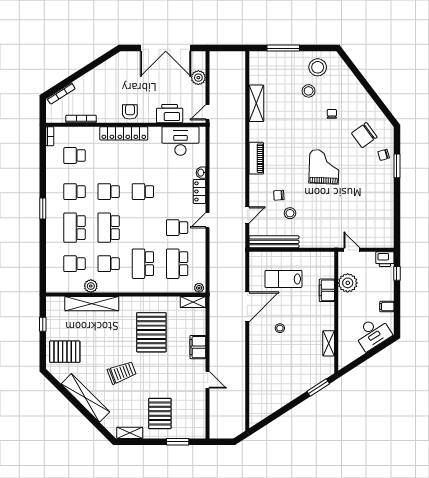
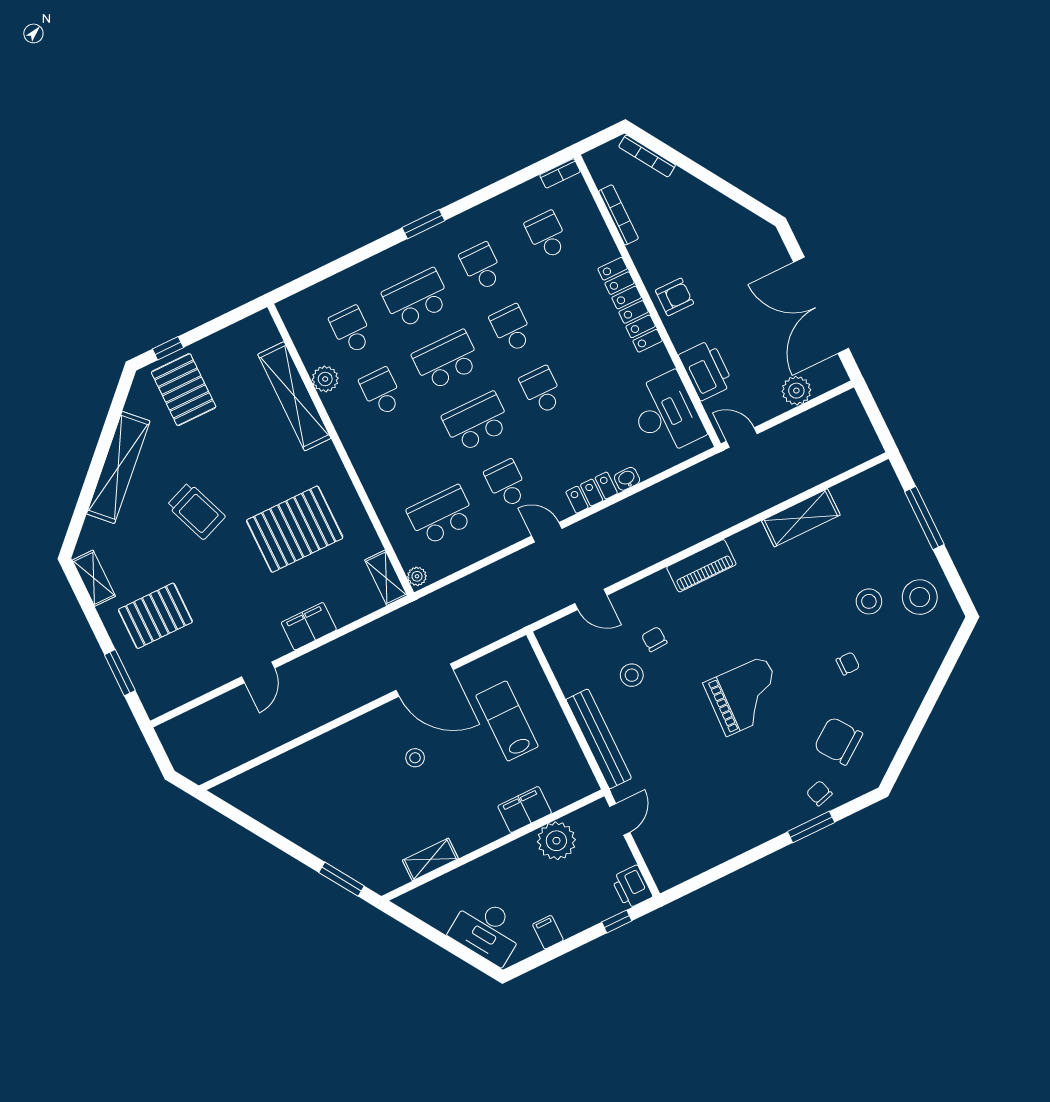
bench: (274, 242) -> (599, 739), moved
school desk: (143, 264) -> (476, 422), moved
window: (43, 324) -> (168, 348), moved

